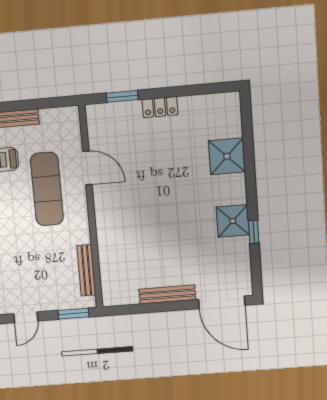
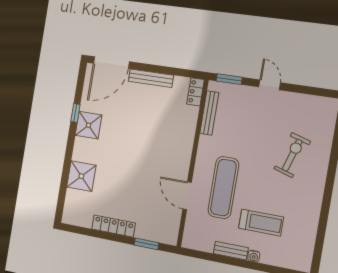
locker: (160, 107) -> (114, 226), width x1.53
locker: (109, 291) -> (195, 92), added
door: (222, 302) -> (111, 62), swing flipped
door: (26, 317) -> (270, 85), hinge flipped

